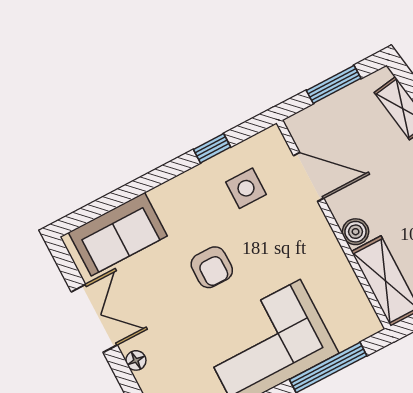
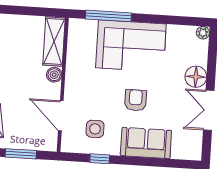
sofa: (118, 234) -> (146, 143), moved
floor lamp: (136, 360) -> (196, 77), width x1.89, depth x1.89

